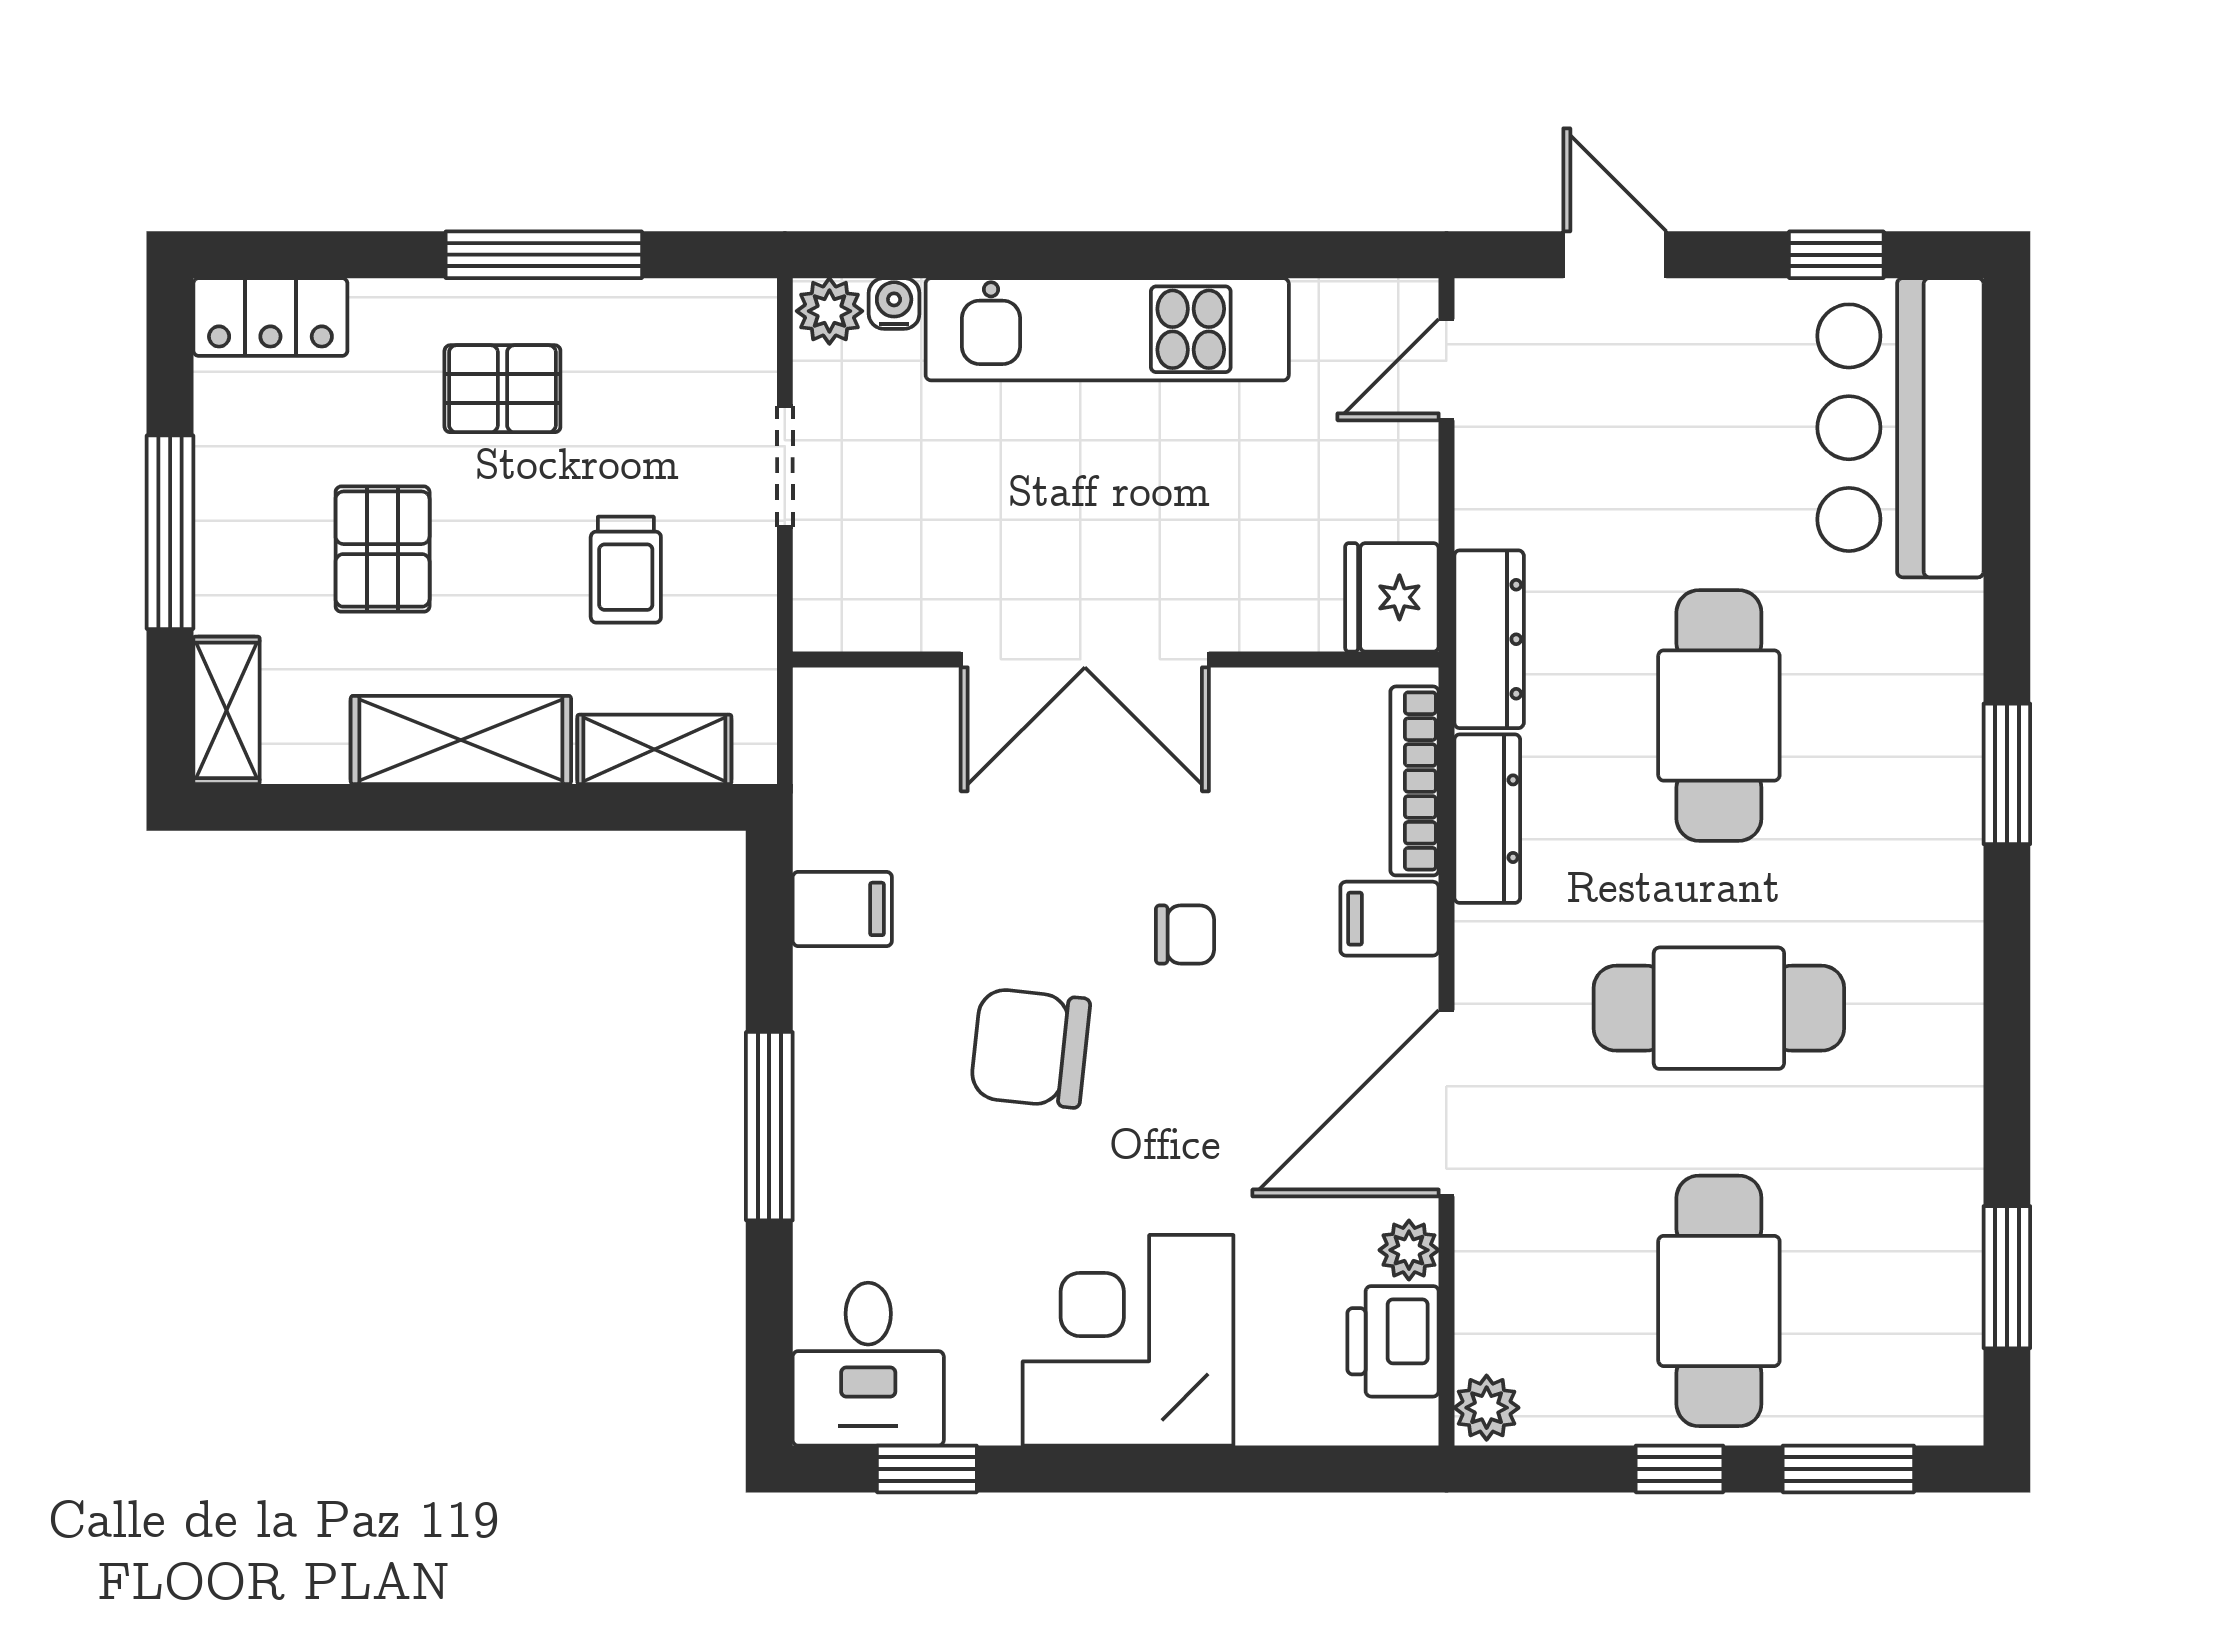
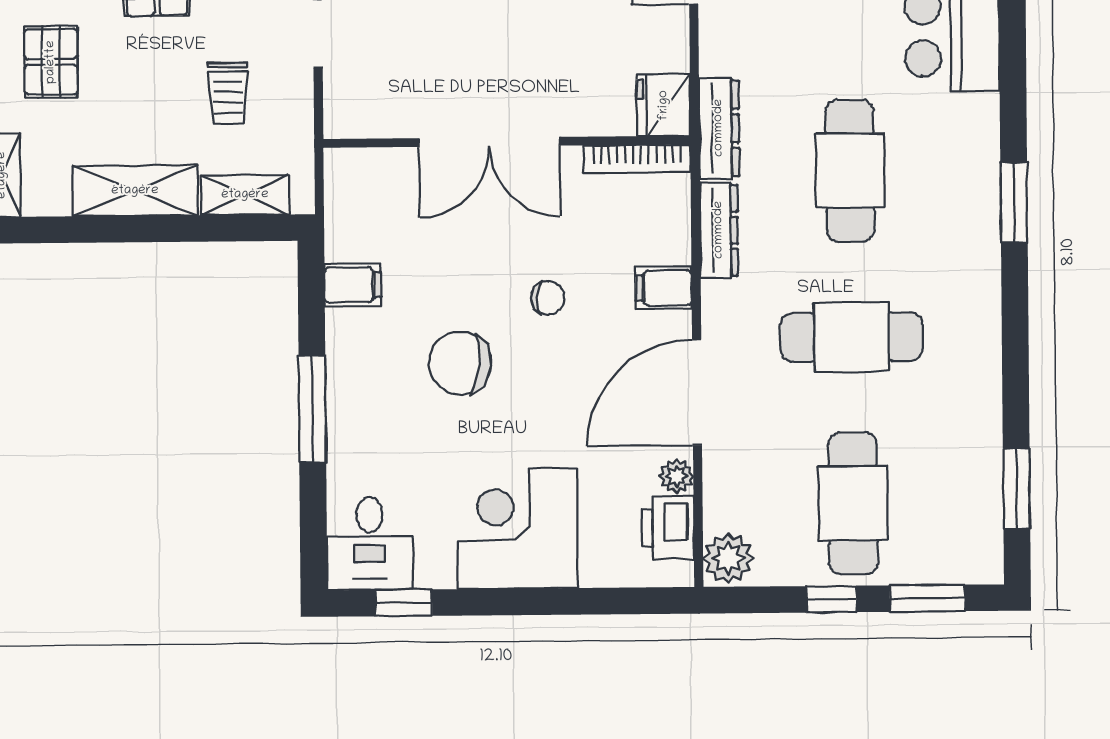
pallet: (383, 549) -> (51, 62), moved
bookcase: (1414, 781) -> (637, 159), moved, turned -90
plant: (1487, 1408) -> (728, 558), width x1.38, depth x1.38

